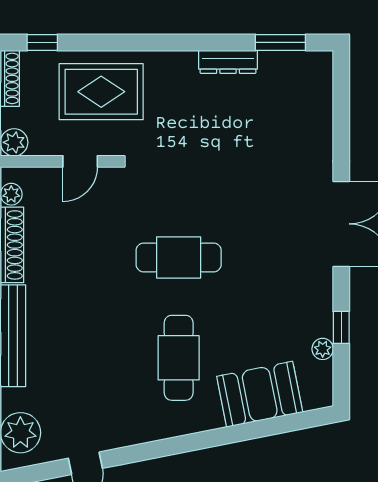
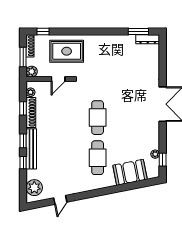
dresser: (228, 62) -> (148, 39), moved
cafe table: (179, 257) -> (98, 118), turned 90
window: (341, 327) -> (163, 160), moved

